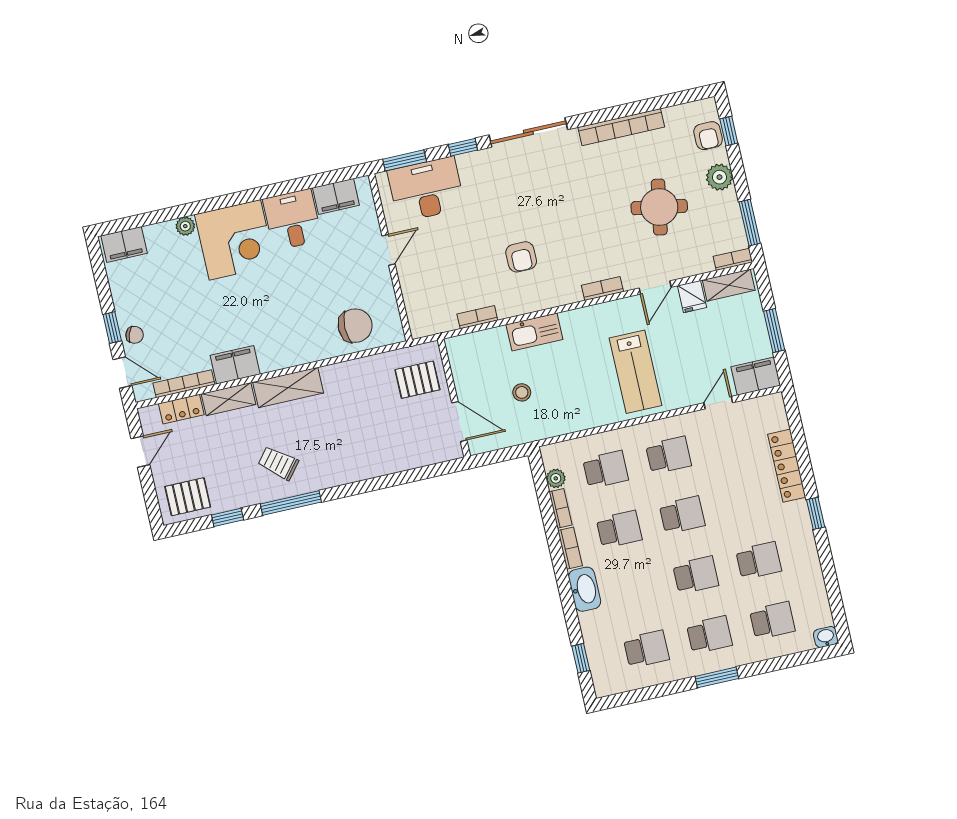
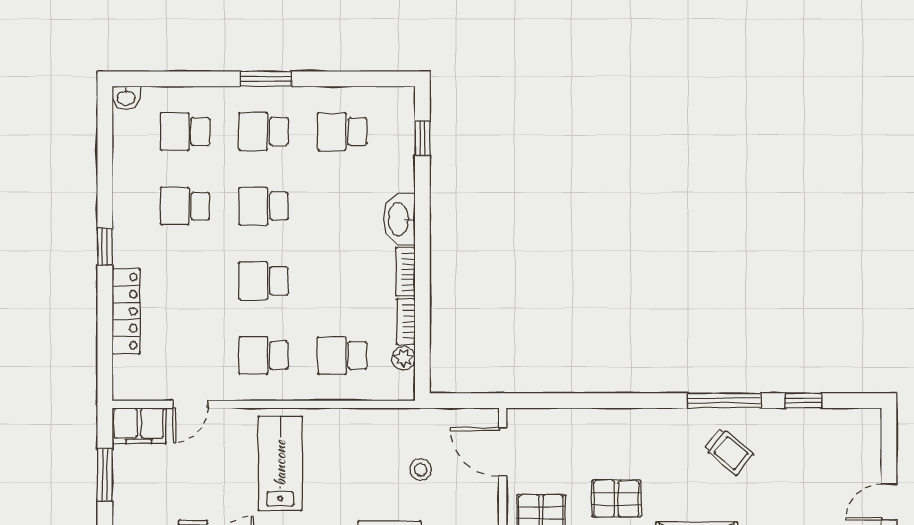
pallet: (188, 497) -> (616, 499), moved
school desk: (619, 529) -> (342, 281), removed

